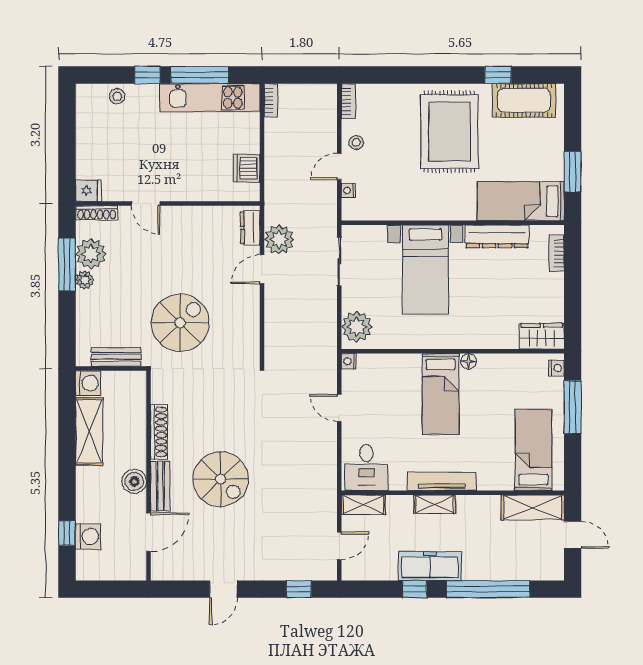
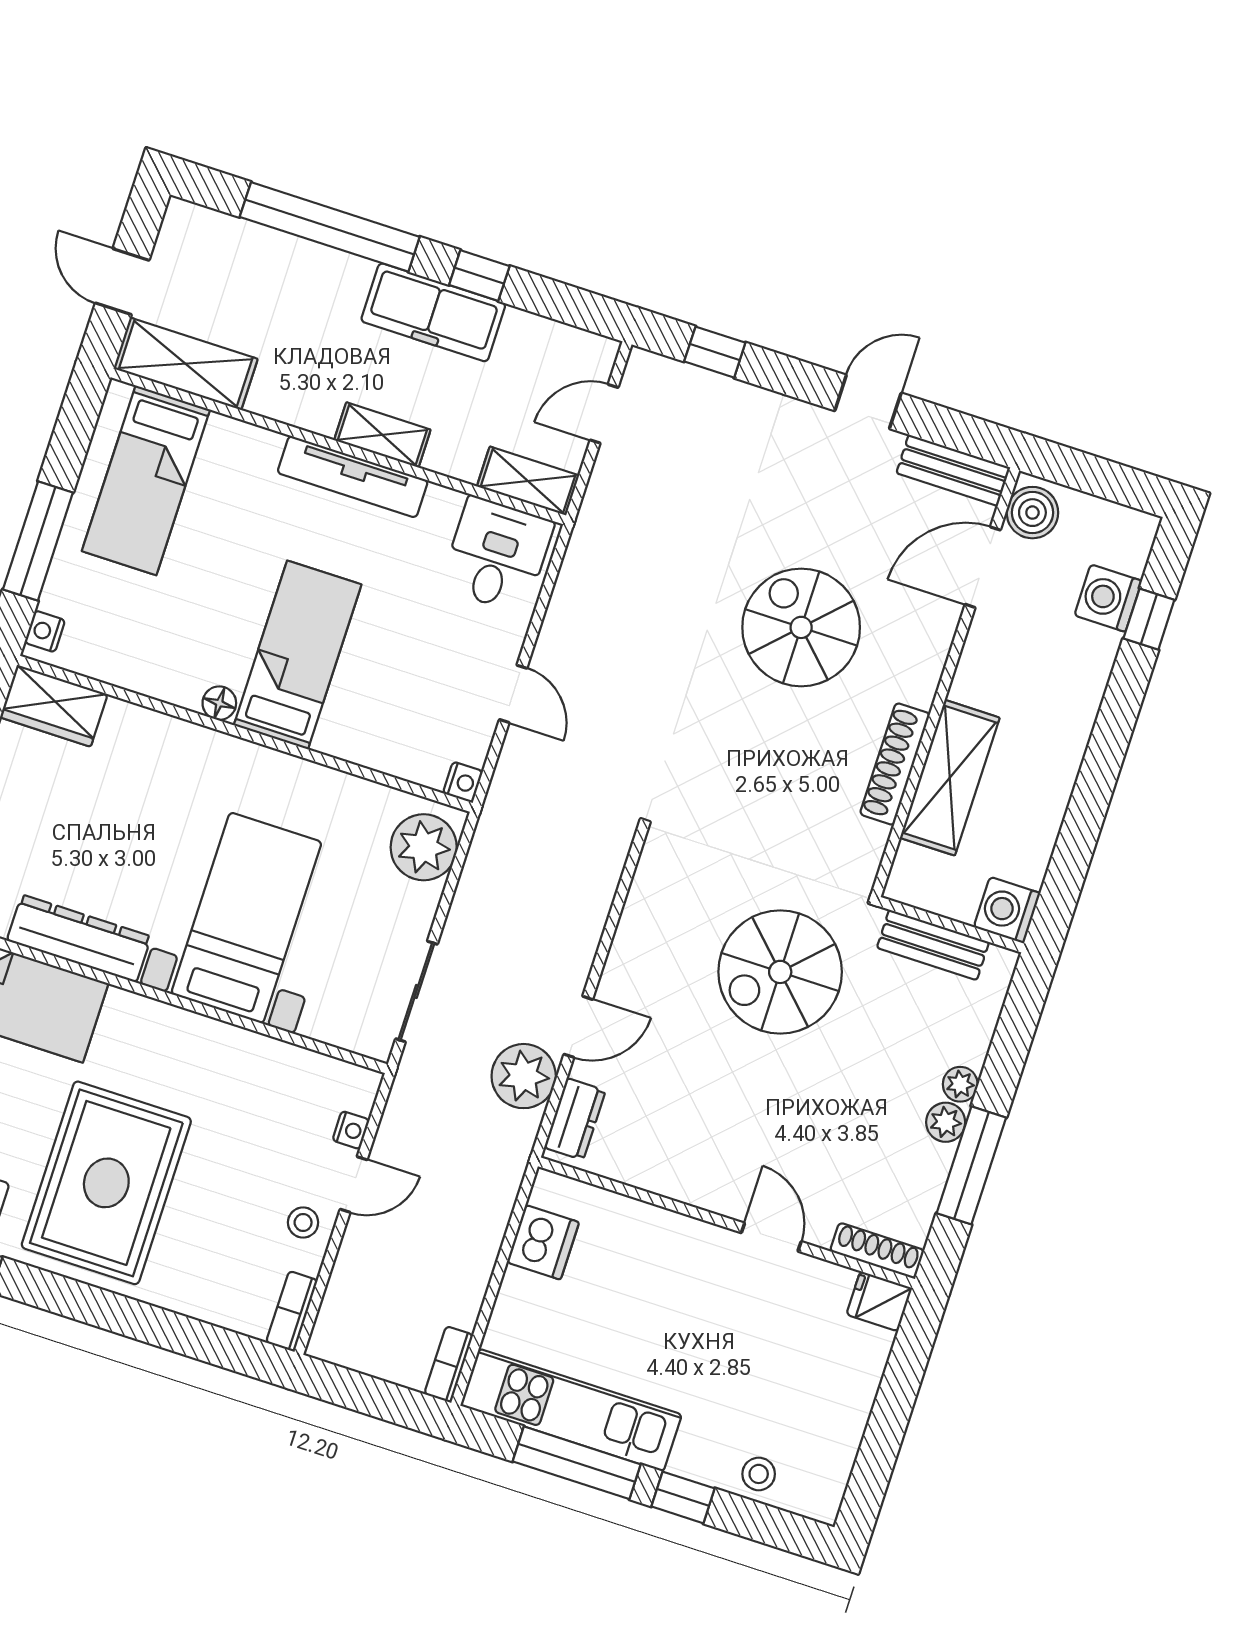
plant: (91, 254) -> (960, 1084), moved, width x0.53, depth x0.53
shelving: (89, 431) -> (950, 778), moved
boiler: (134, 481) -> (1032, 513), moved
bench: (160, 486) -> (953, 470), moved, turned 90

